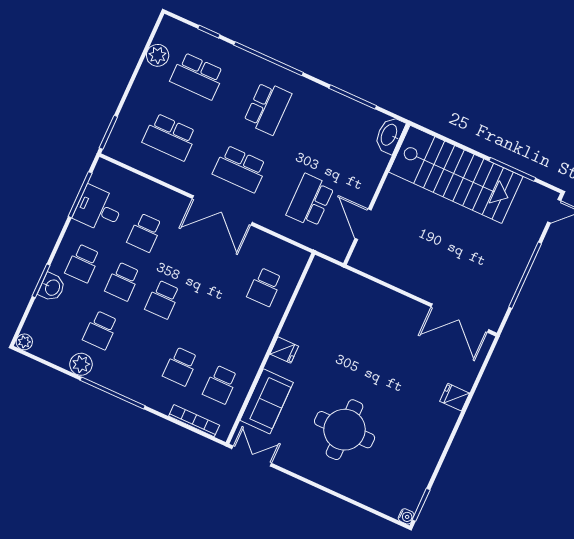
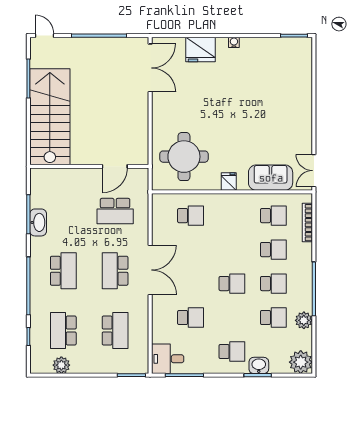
school desk: (197, 76) -> (63, 331), turned 180
school desk: (268, 108) -> (63, 271), turned 90
washbasin: (389, 135) -> (38, 222), moved, turned -90
school desk: (240, 169) -> (115, 271), turned 180
desk: (98, 209) -> (168, 359), moved, turned 90
school desk: (123, 281) -> (273, 284), moved
plant: (24, 342) -> (301, 362), width x1.88, depth x1.88
fridge: (455, 397) -> (201, 49), width x1.88, depth x1.34
round table: (345, 430) -> (184, 157), moved
water cooler: (406, 516) -> (234, 42), moved

